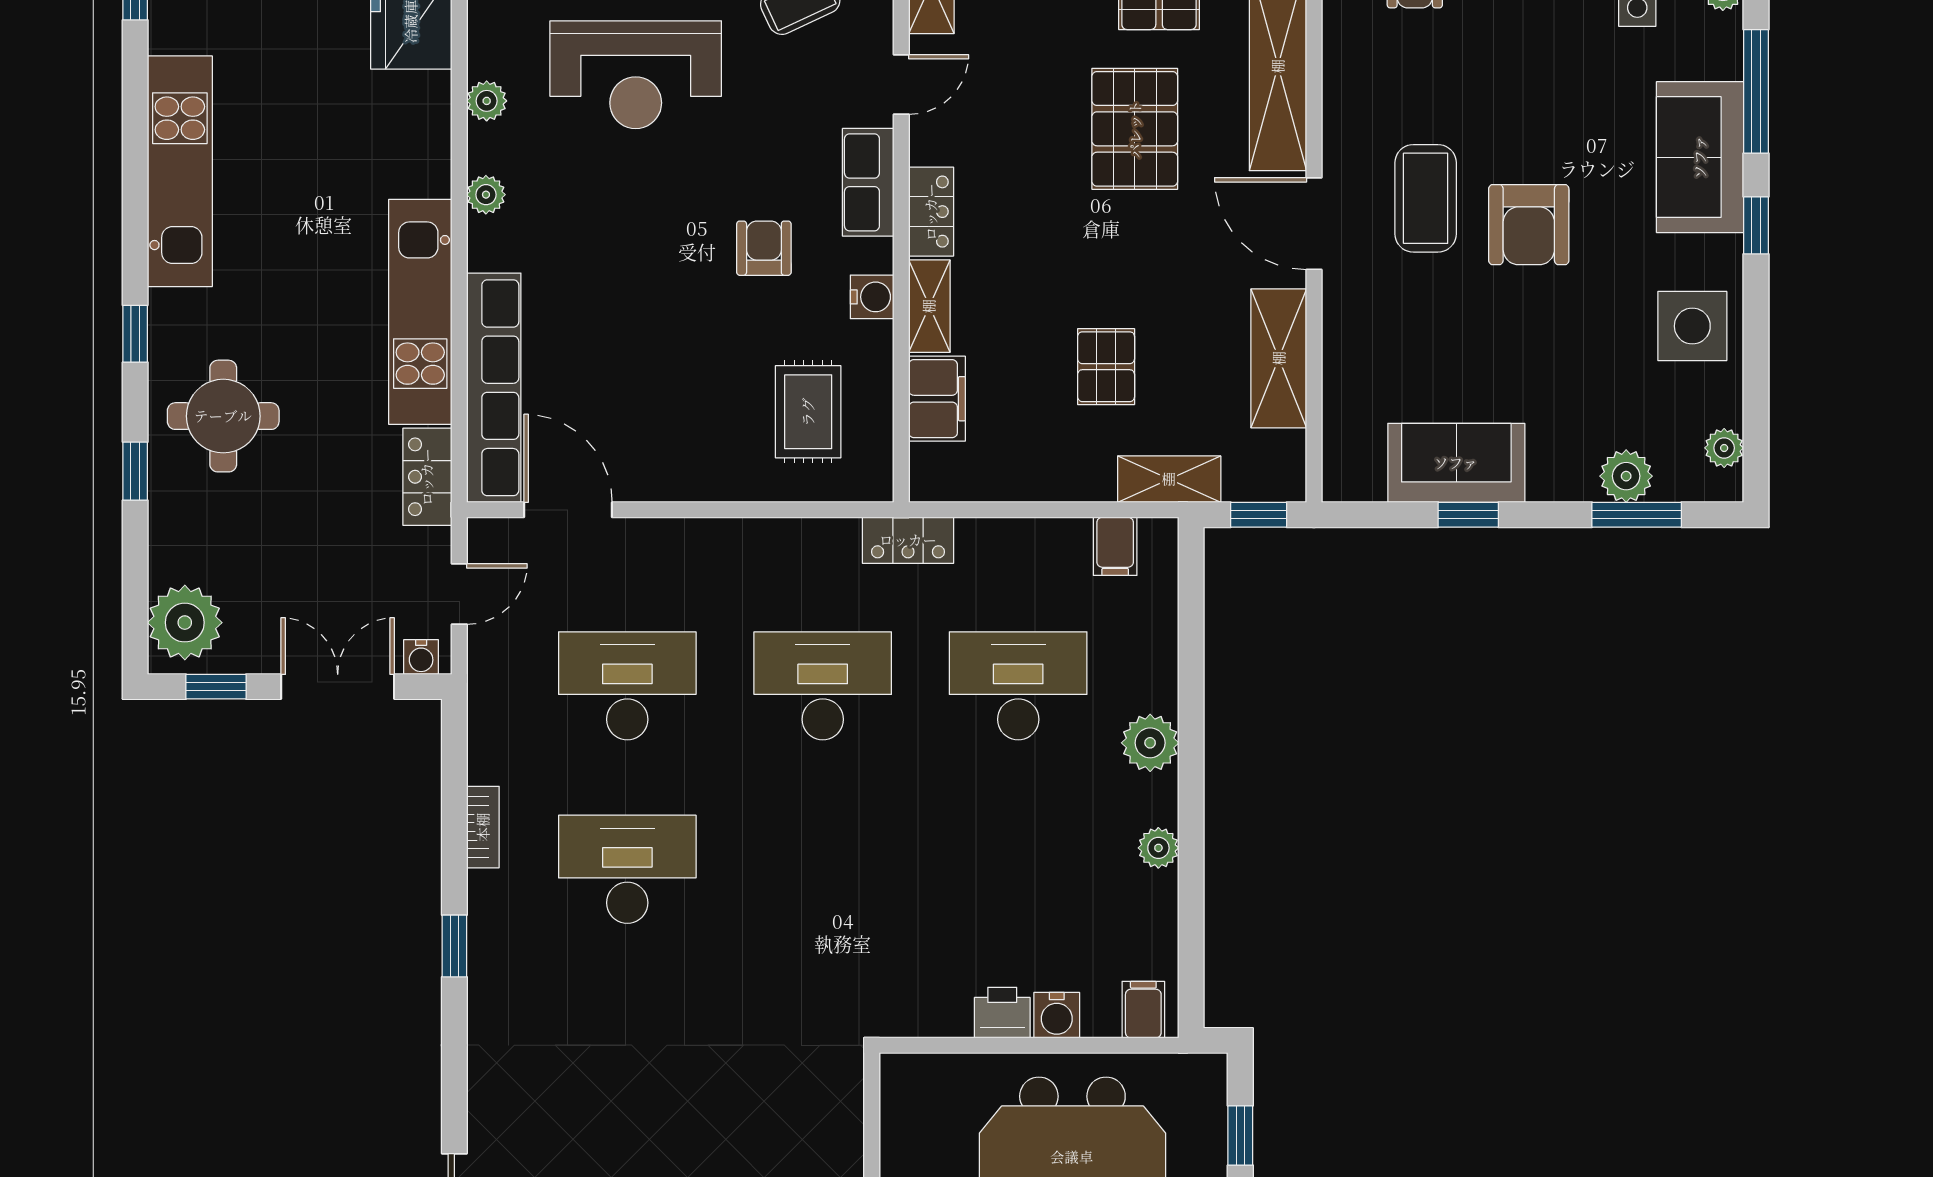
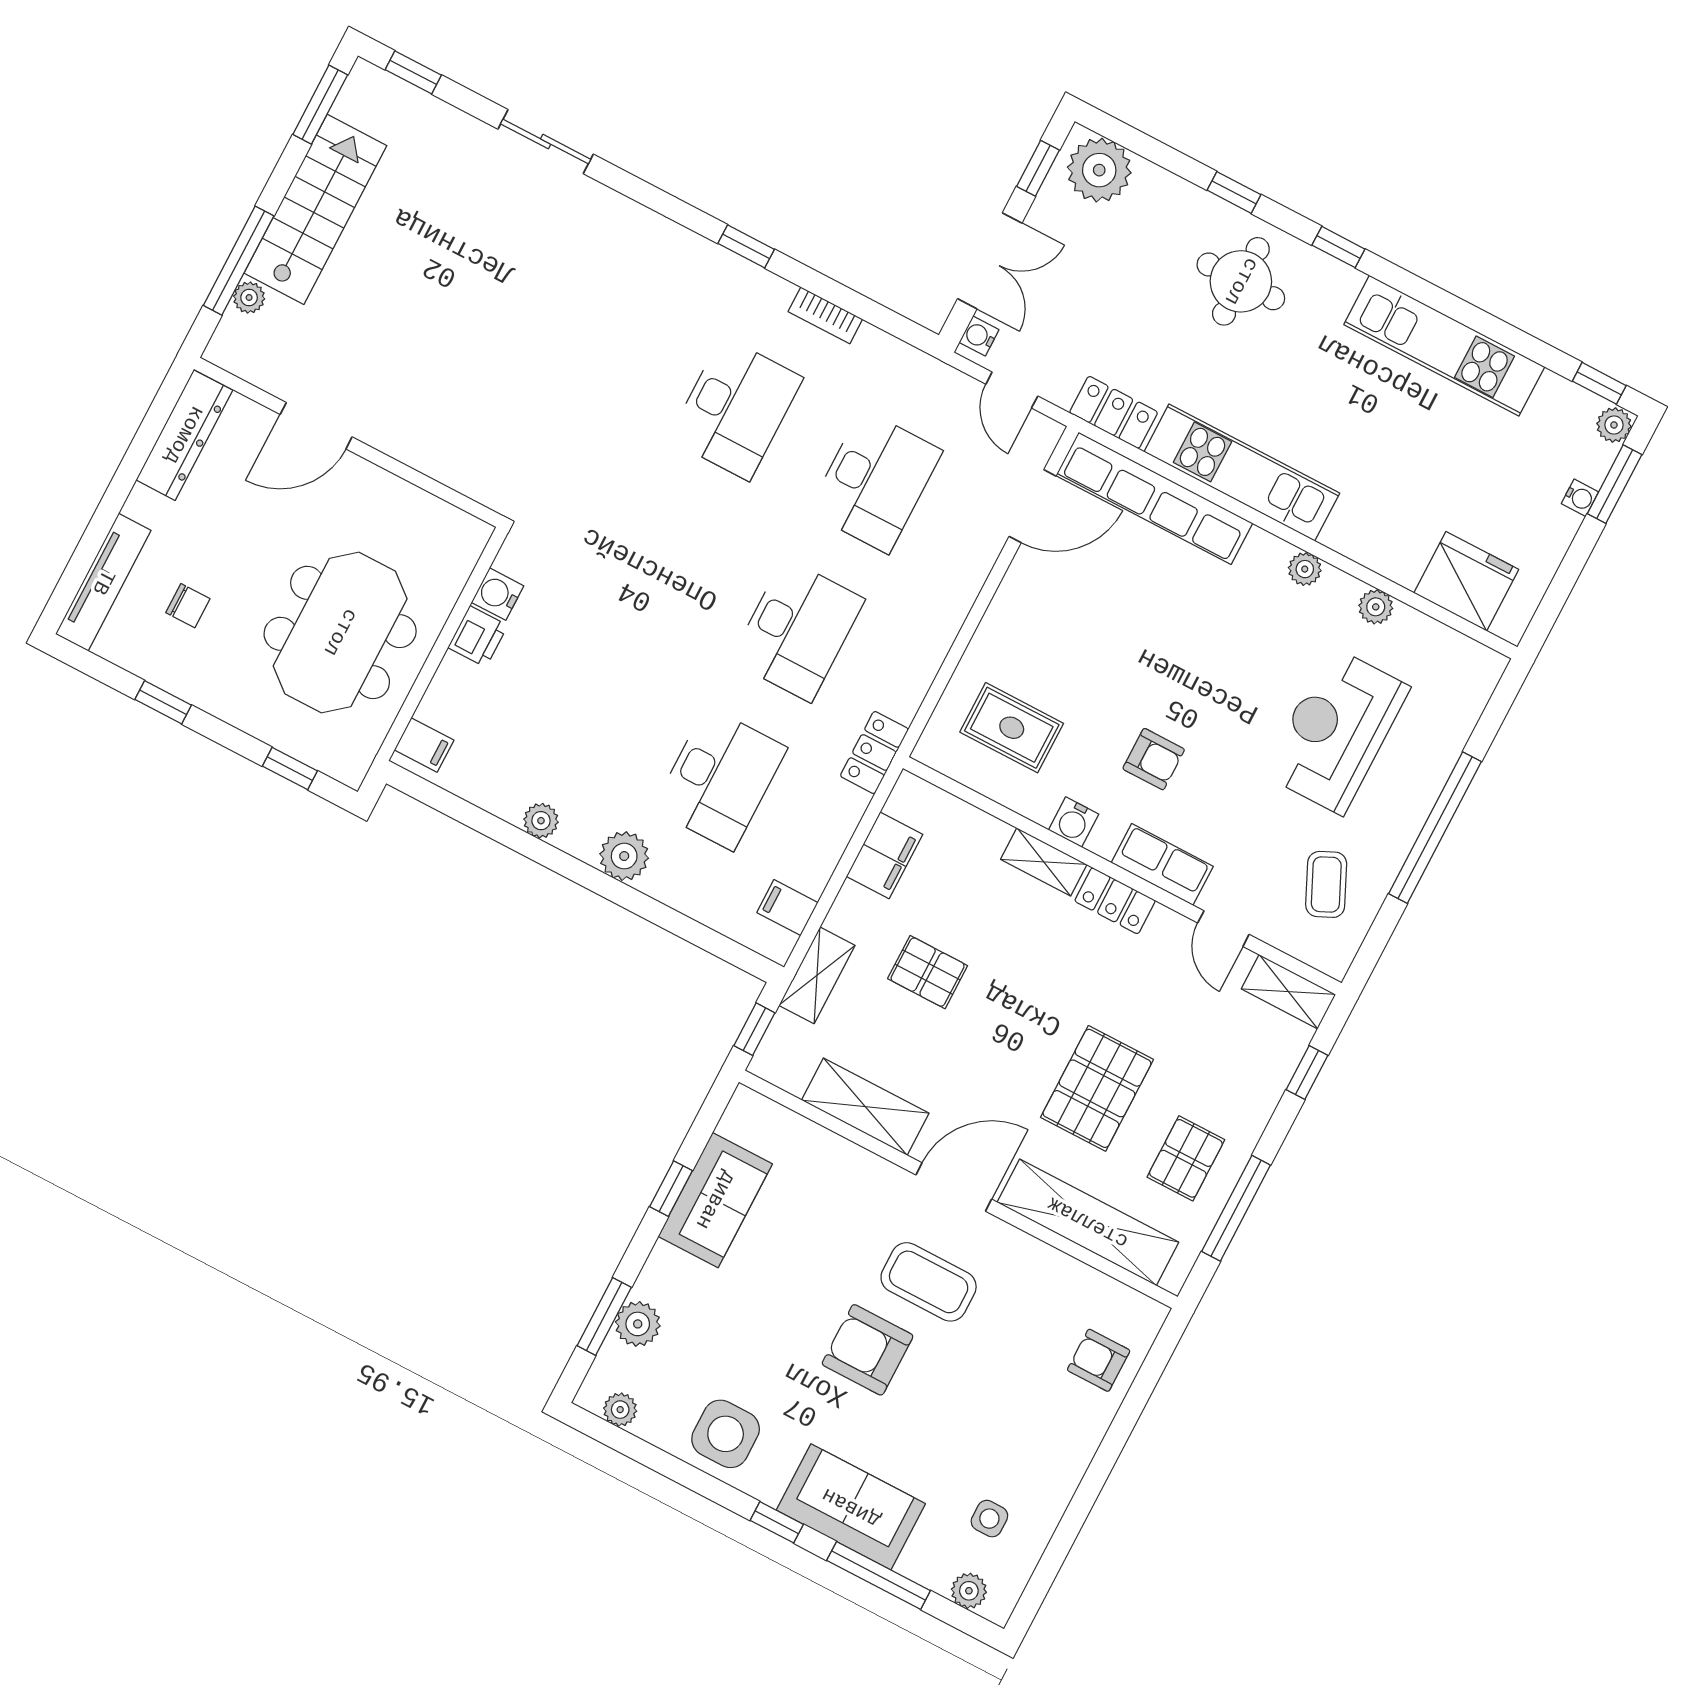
pallet: (1135, 129) -> (1097, 1088), turned 90
filing cabinet: (937, 399) -> (885, 855), moved, turned -90
water cooler: (1057, 1015) -> (498, 594), moved

